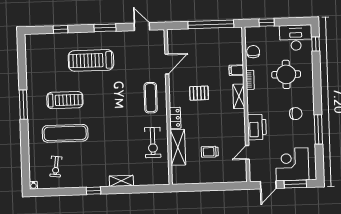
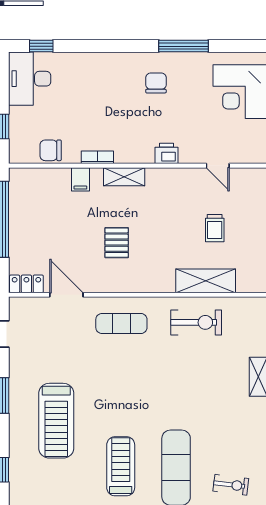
round table: (286, 74) -> (90, 97), removed
locker: (175, 118) -> (26, 284), moved
printer: (257, 127) -> (166, 153), width x0.53, depth x0.68

